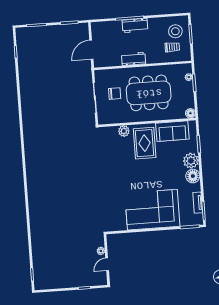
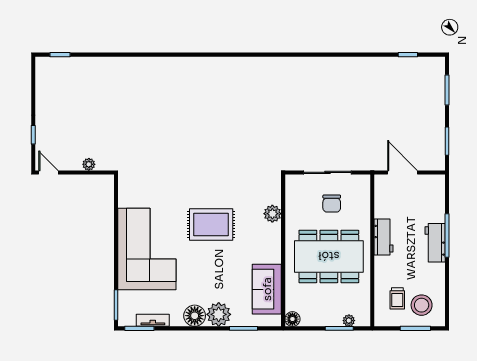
dining table: (149, 93) -> (329, 256), turned 90
rug: (145, 143) -> (211, 225), moved
door: (107, 264) -> (48, 172), moved

